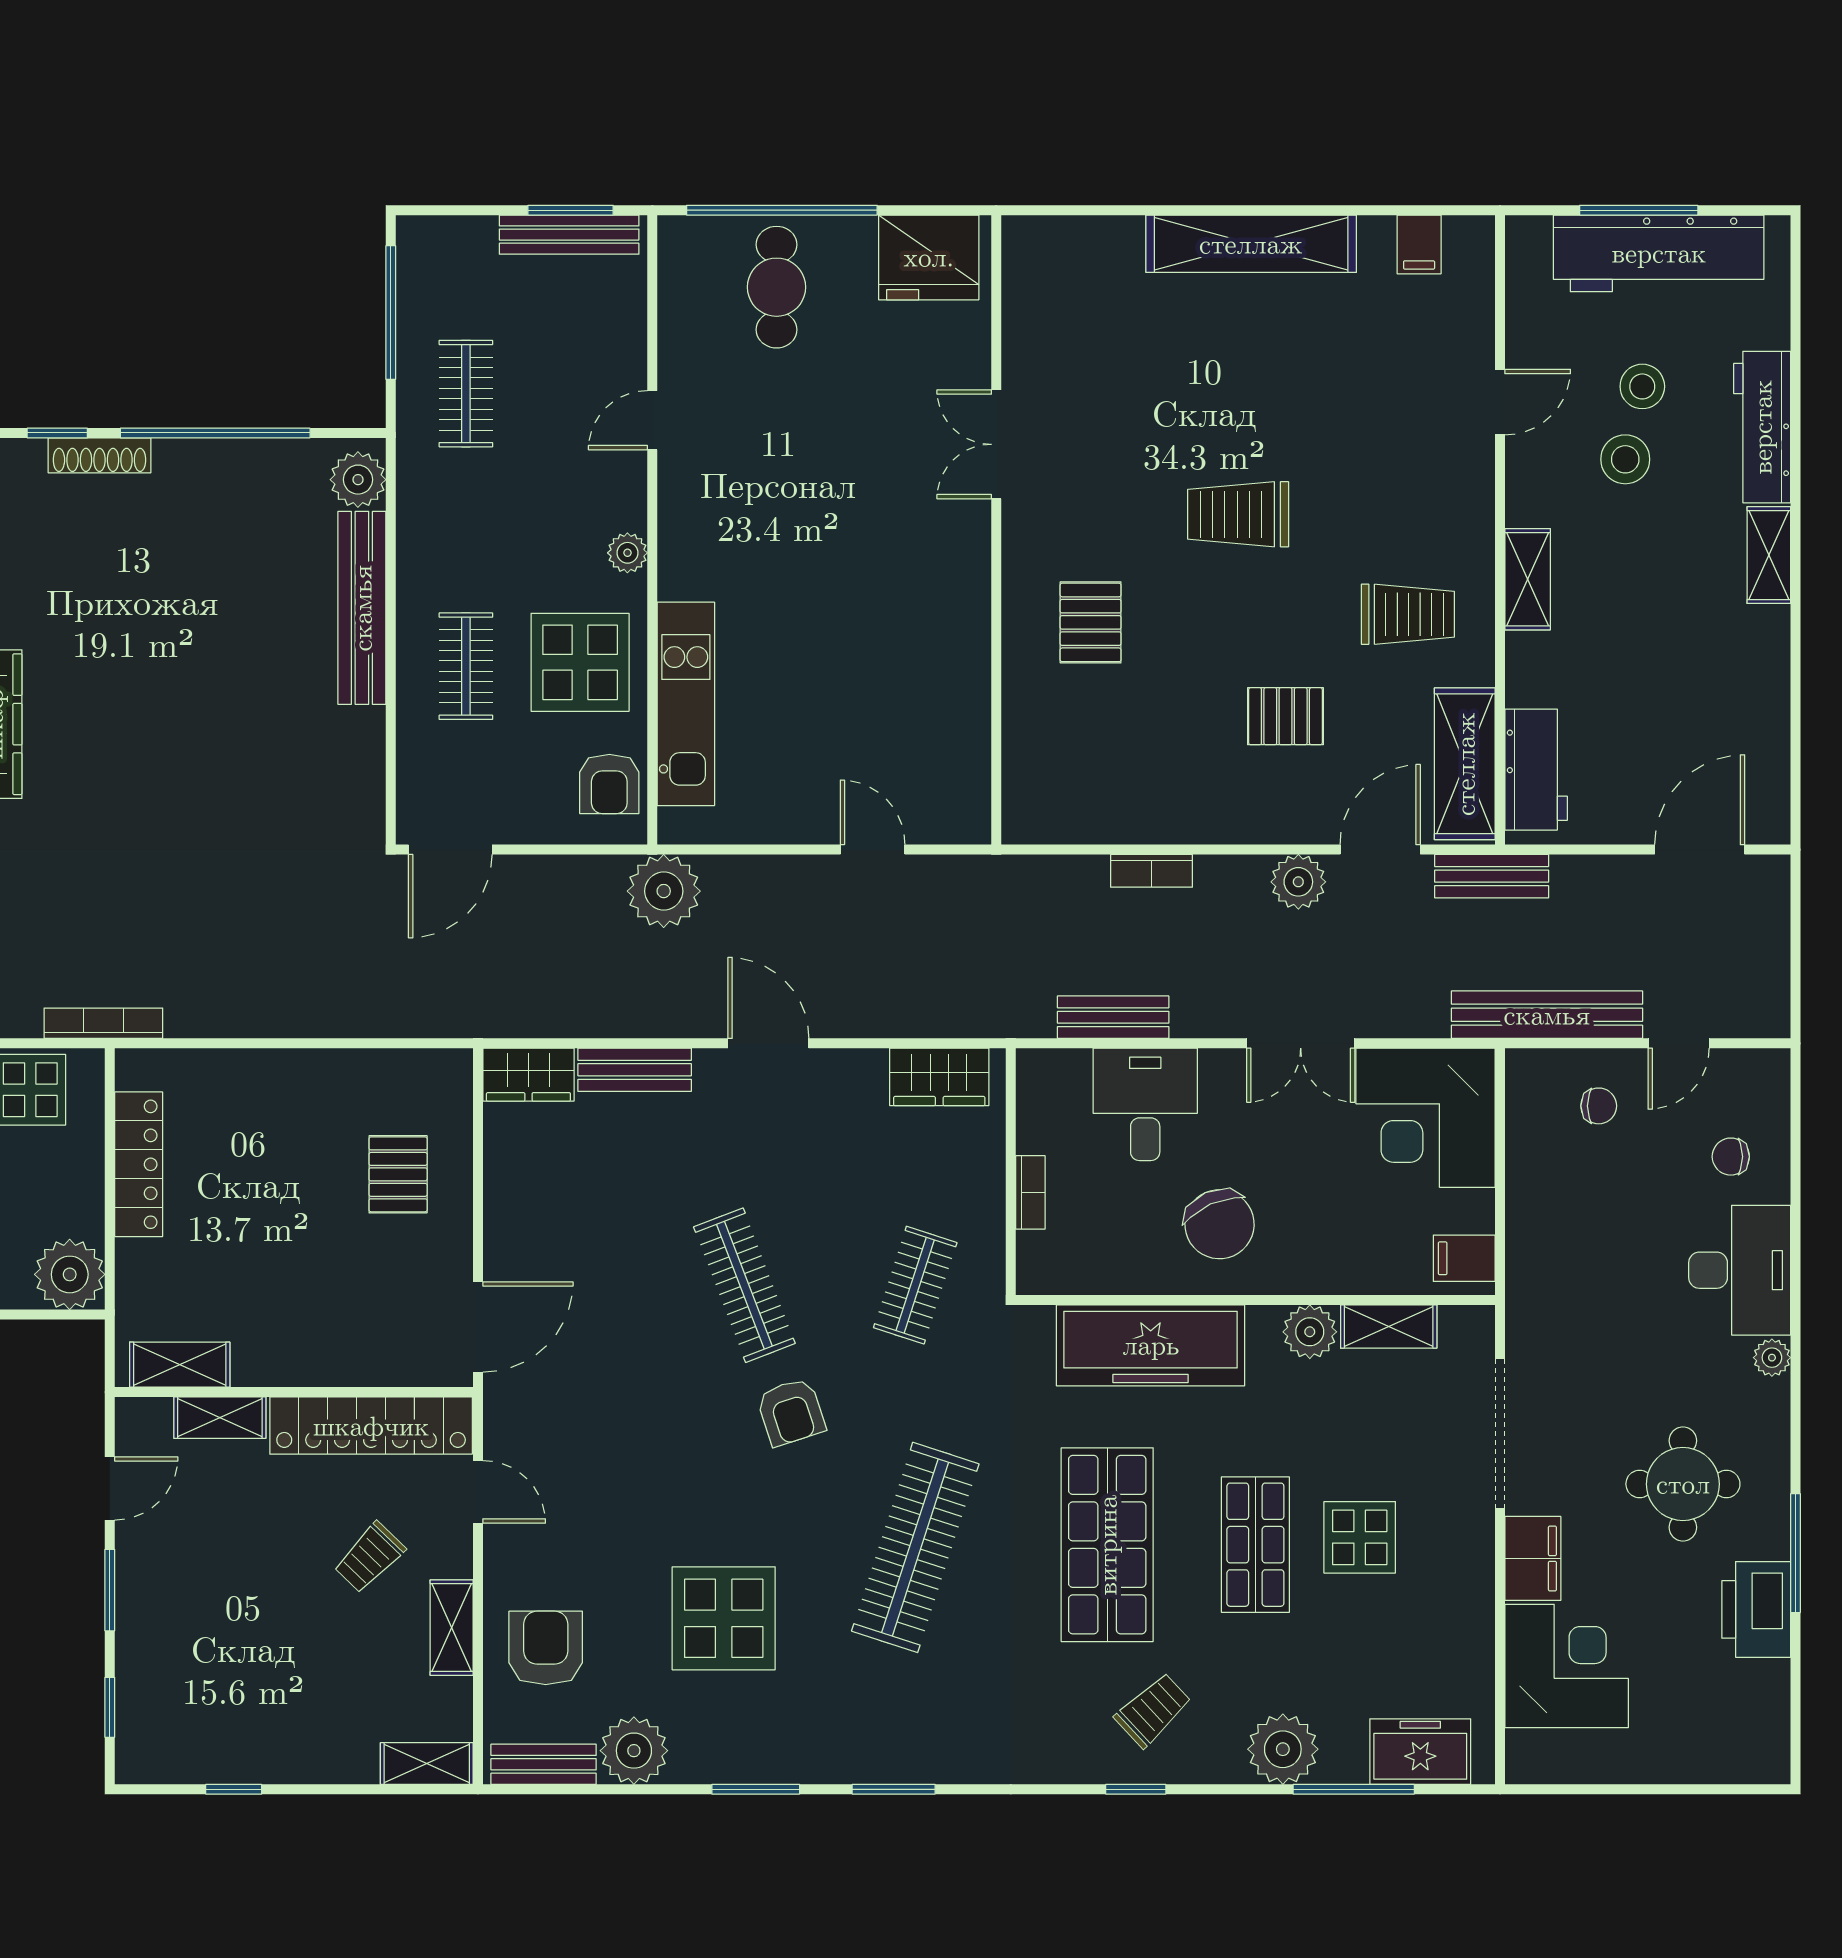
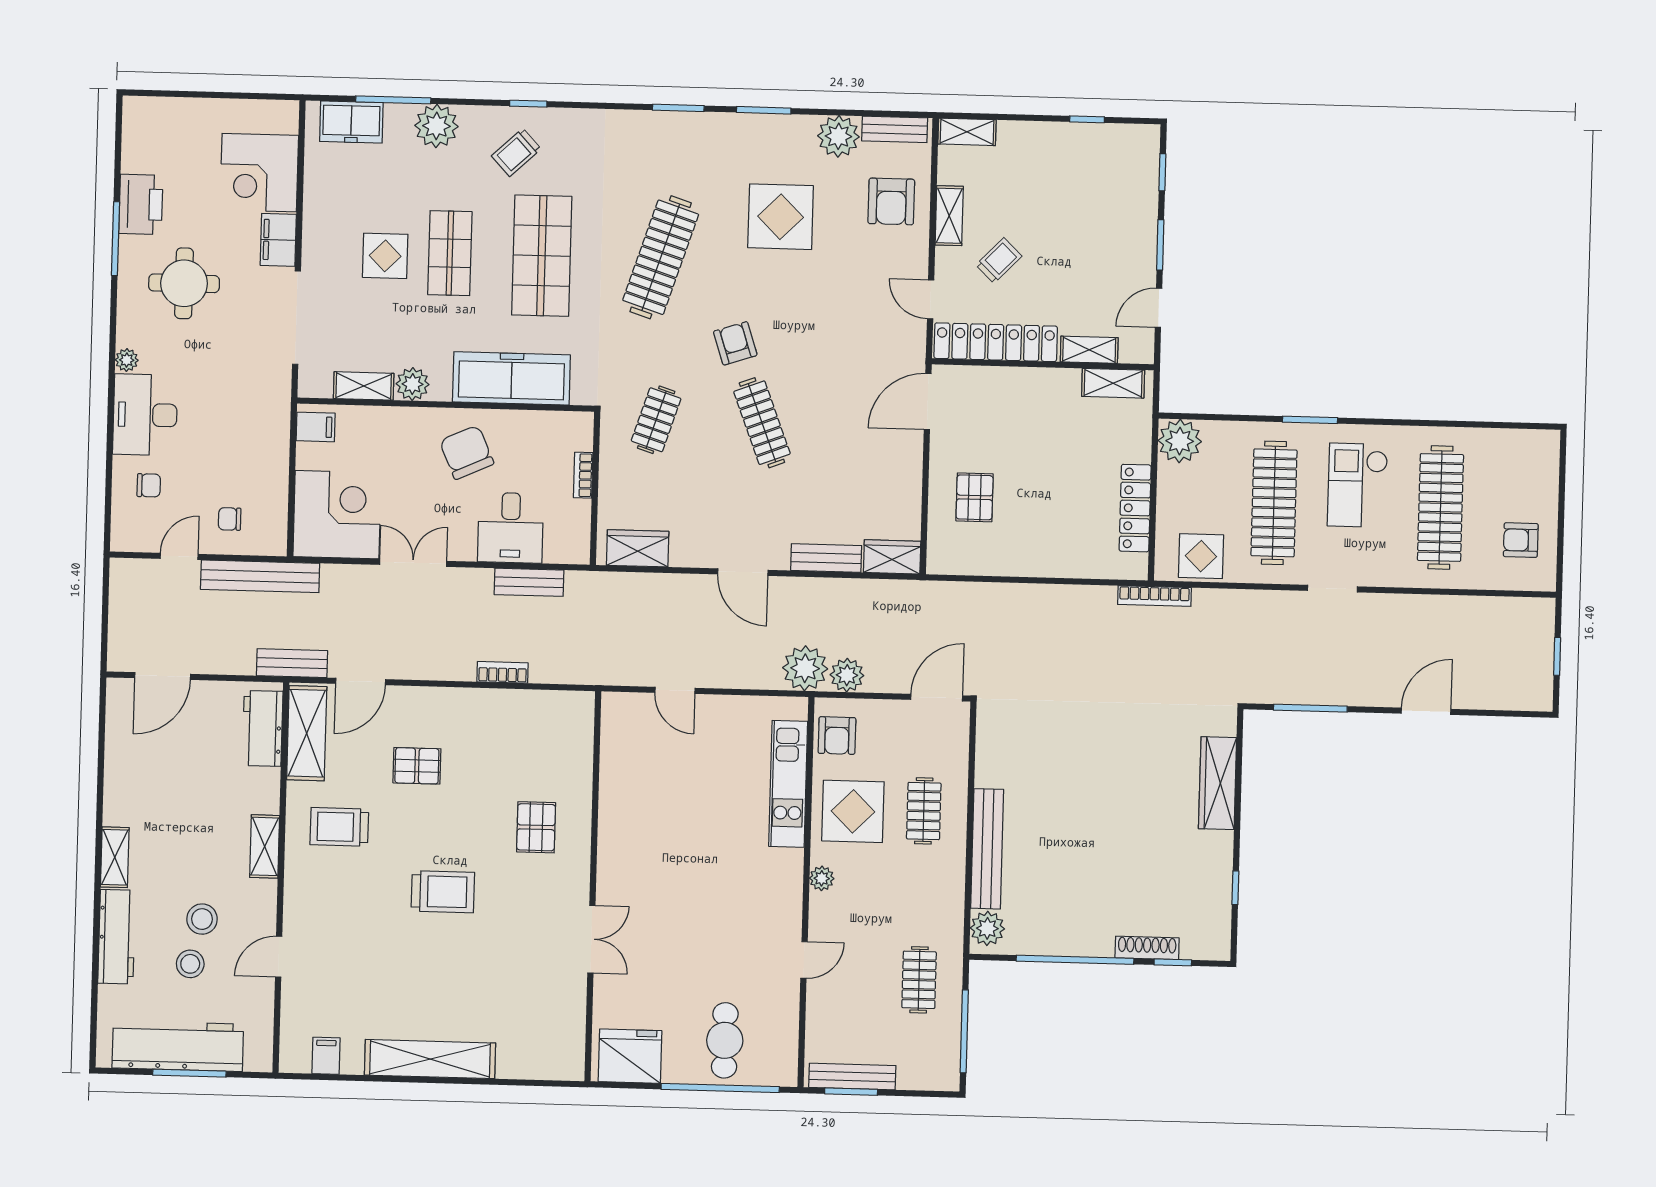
armchair: (609, 784) -> (837, 736), turned 180
plant: (1298, 882) -> (847, 675), moved

